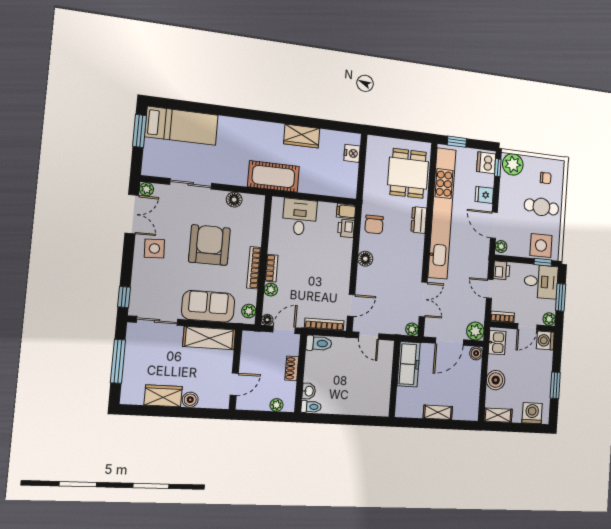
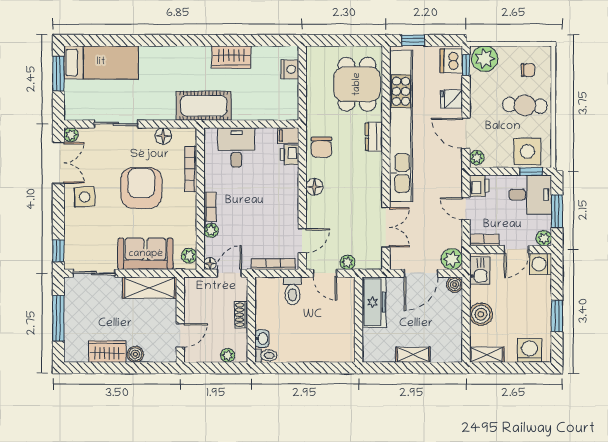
bookcase: (254, 268) -> (191, 169), moved
plant: (412, 329) -> (348, 262), moved
toilet: (319, 343) -> (292, 291), moved, turned 90

